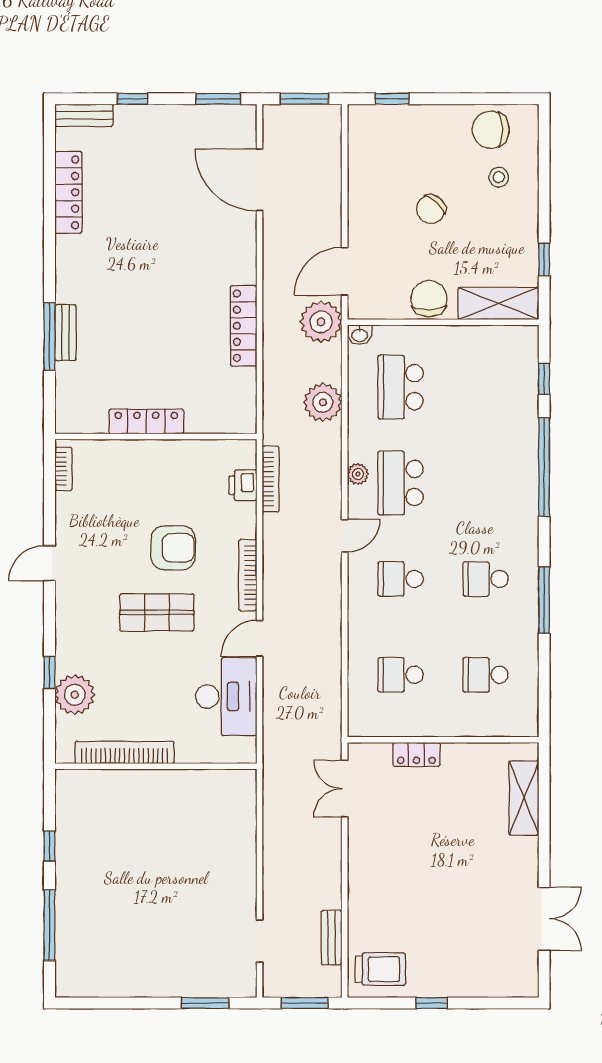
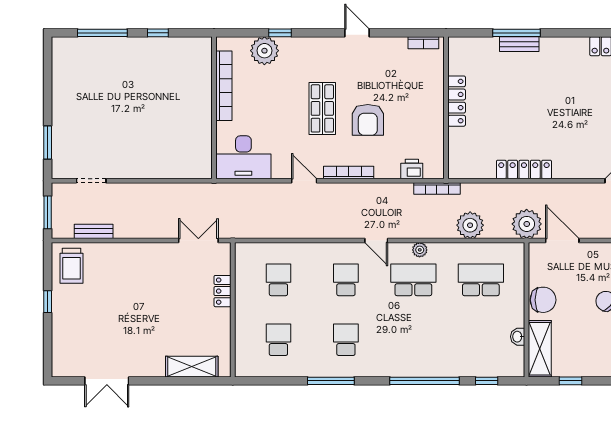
washbasin: (360, 335) -> (518, 337), moved
bookcase: (271, 479) -> (437, 188), moved
desk: (226, 697) -> (243, 157), moved

